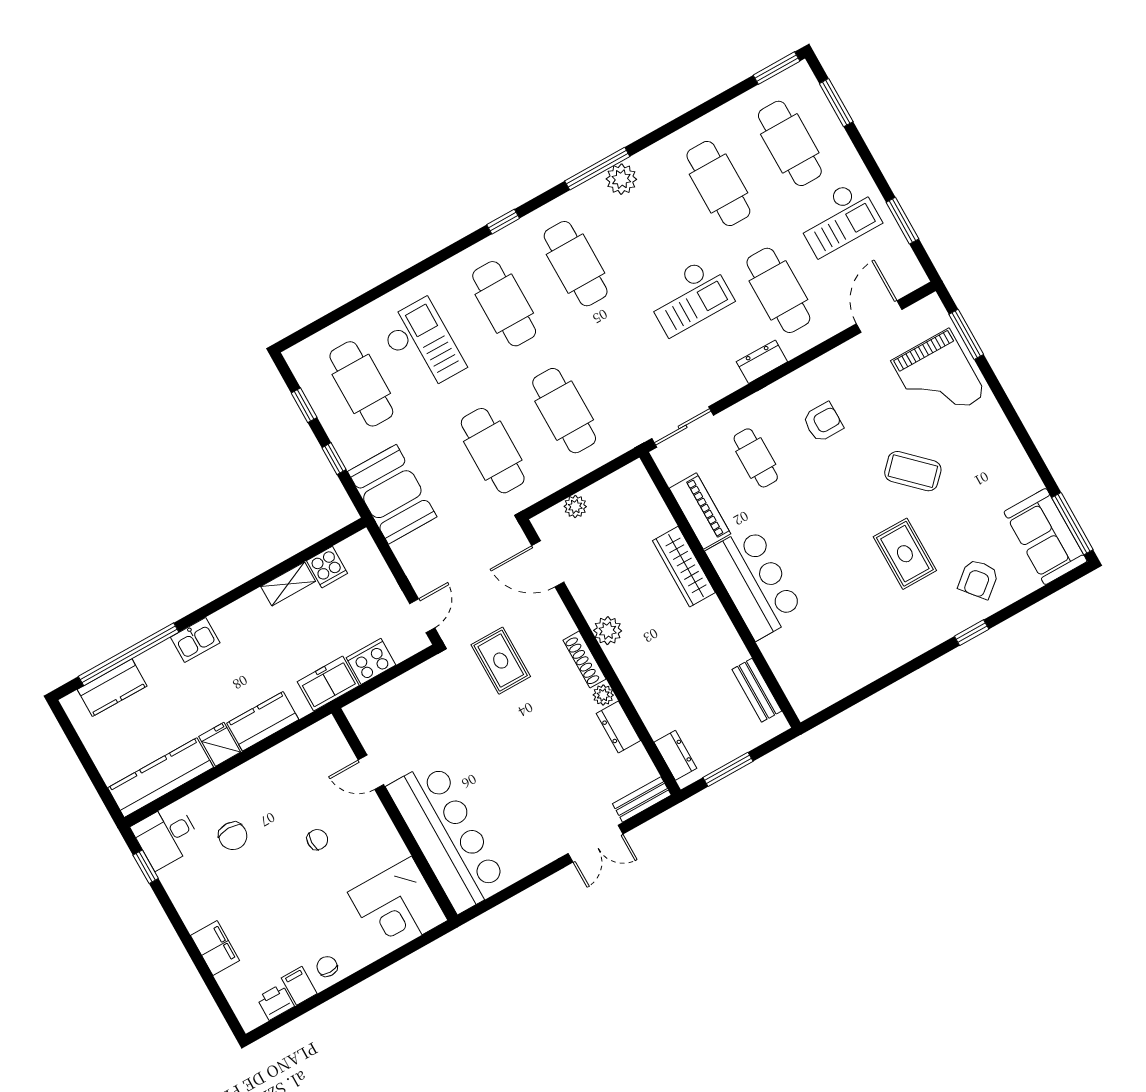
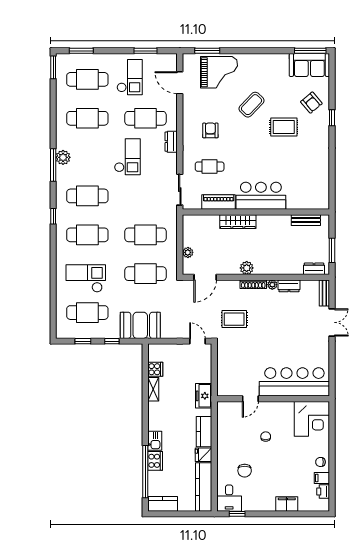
cooker: (371, 661) -> (155, 461), moved, turned 180
kitchen counter: (112, 688) -> (163, 504), moved, turned -90
chair: (233, 836) -> (245, 471), turned 90

